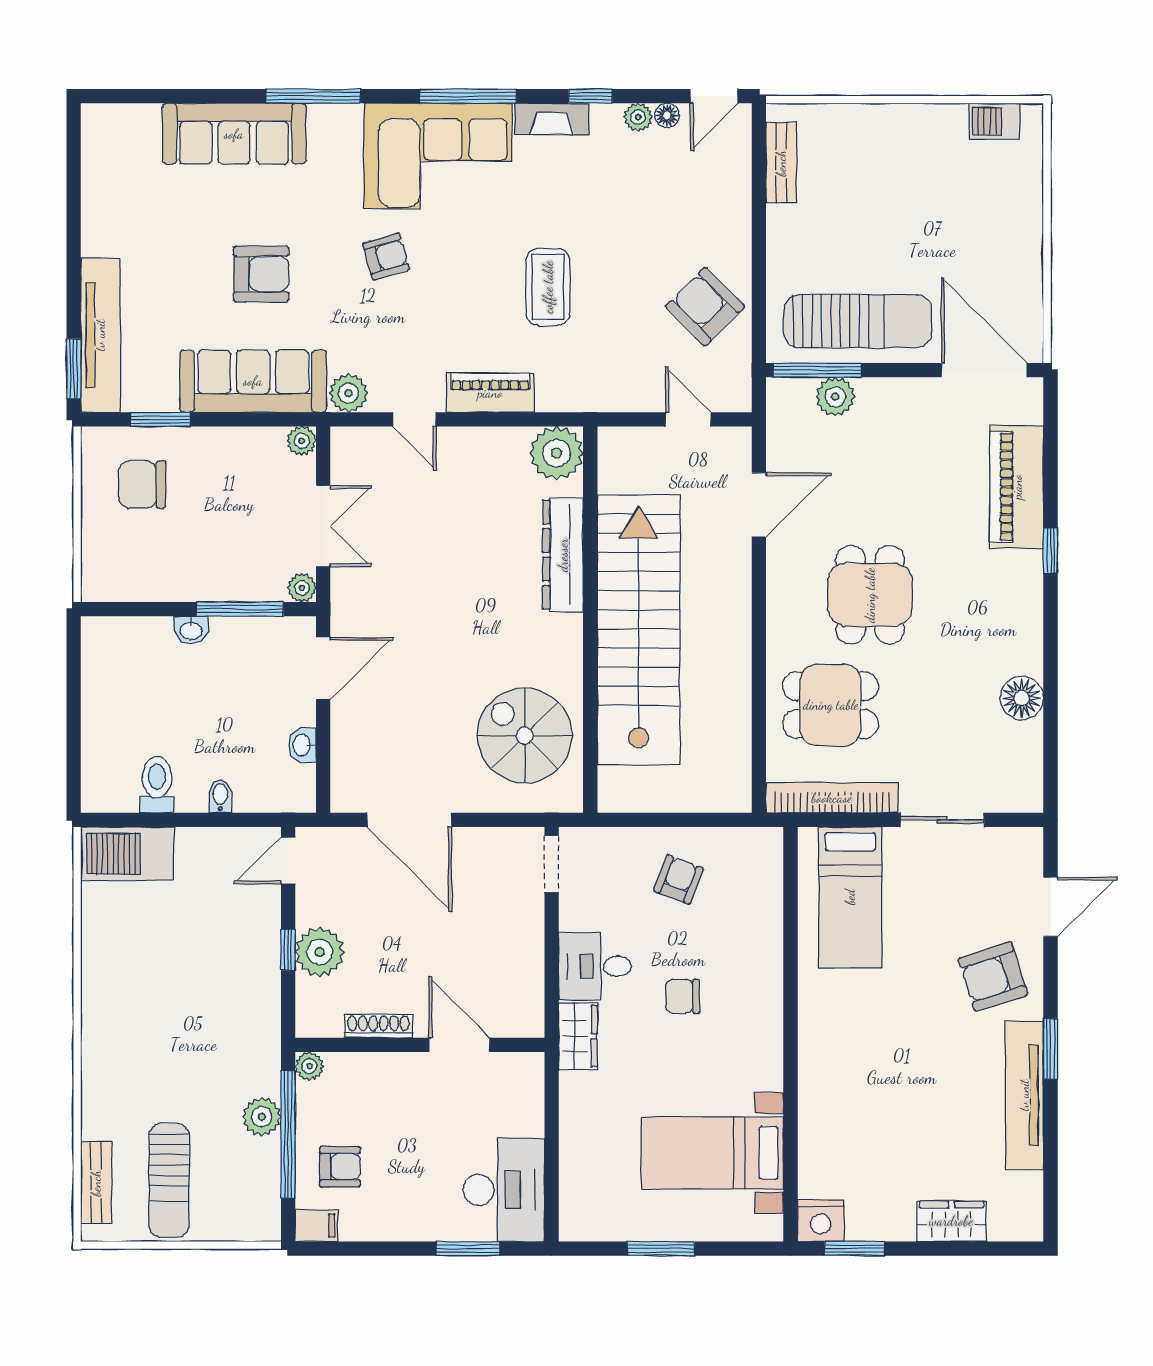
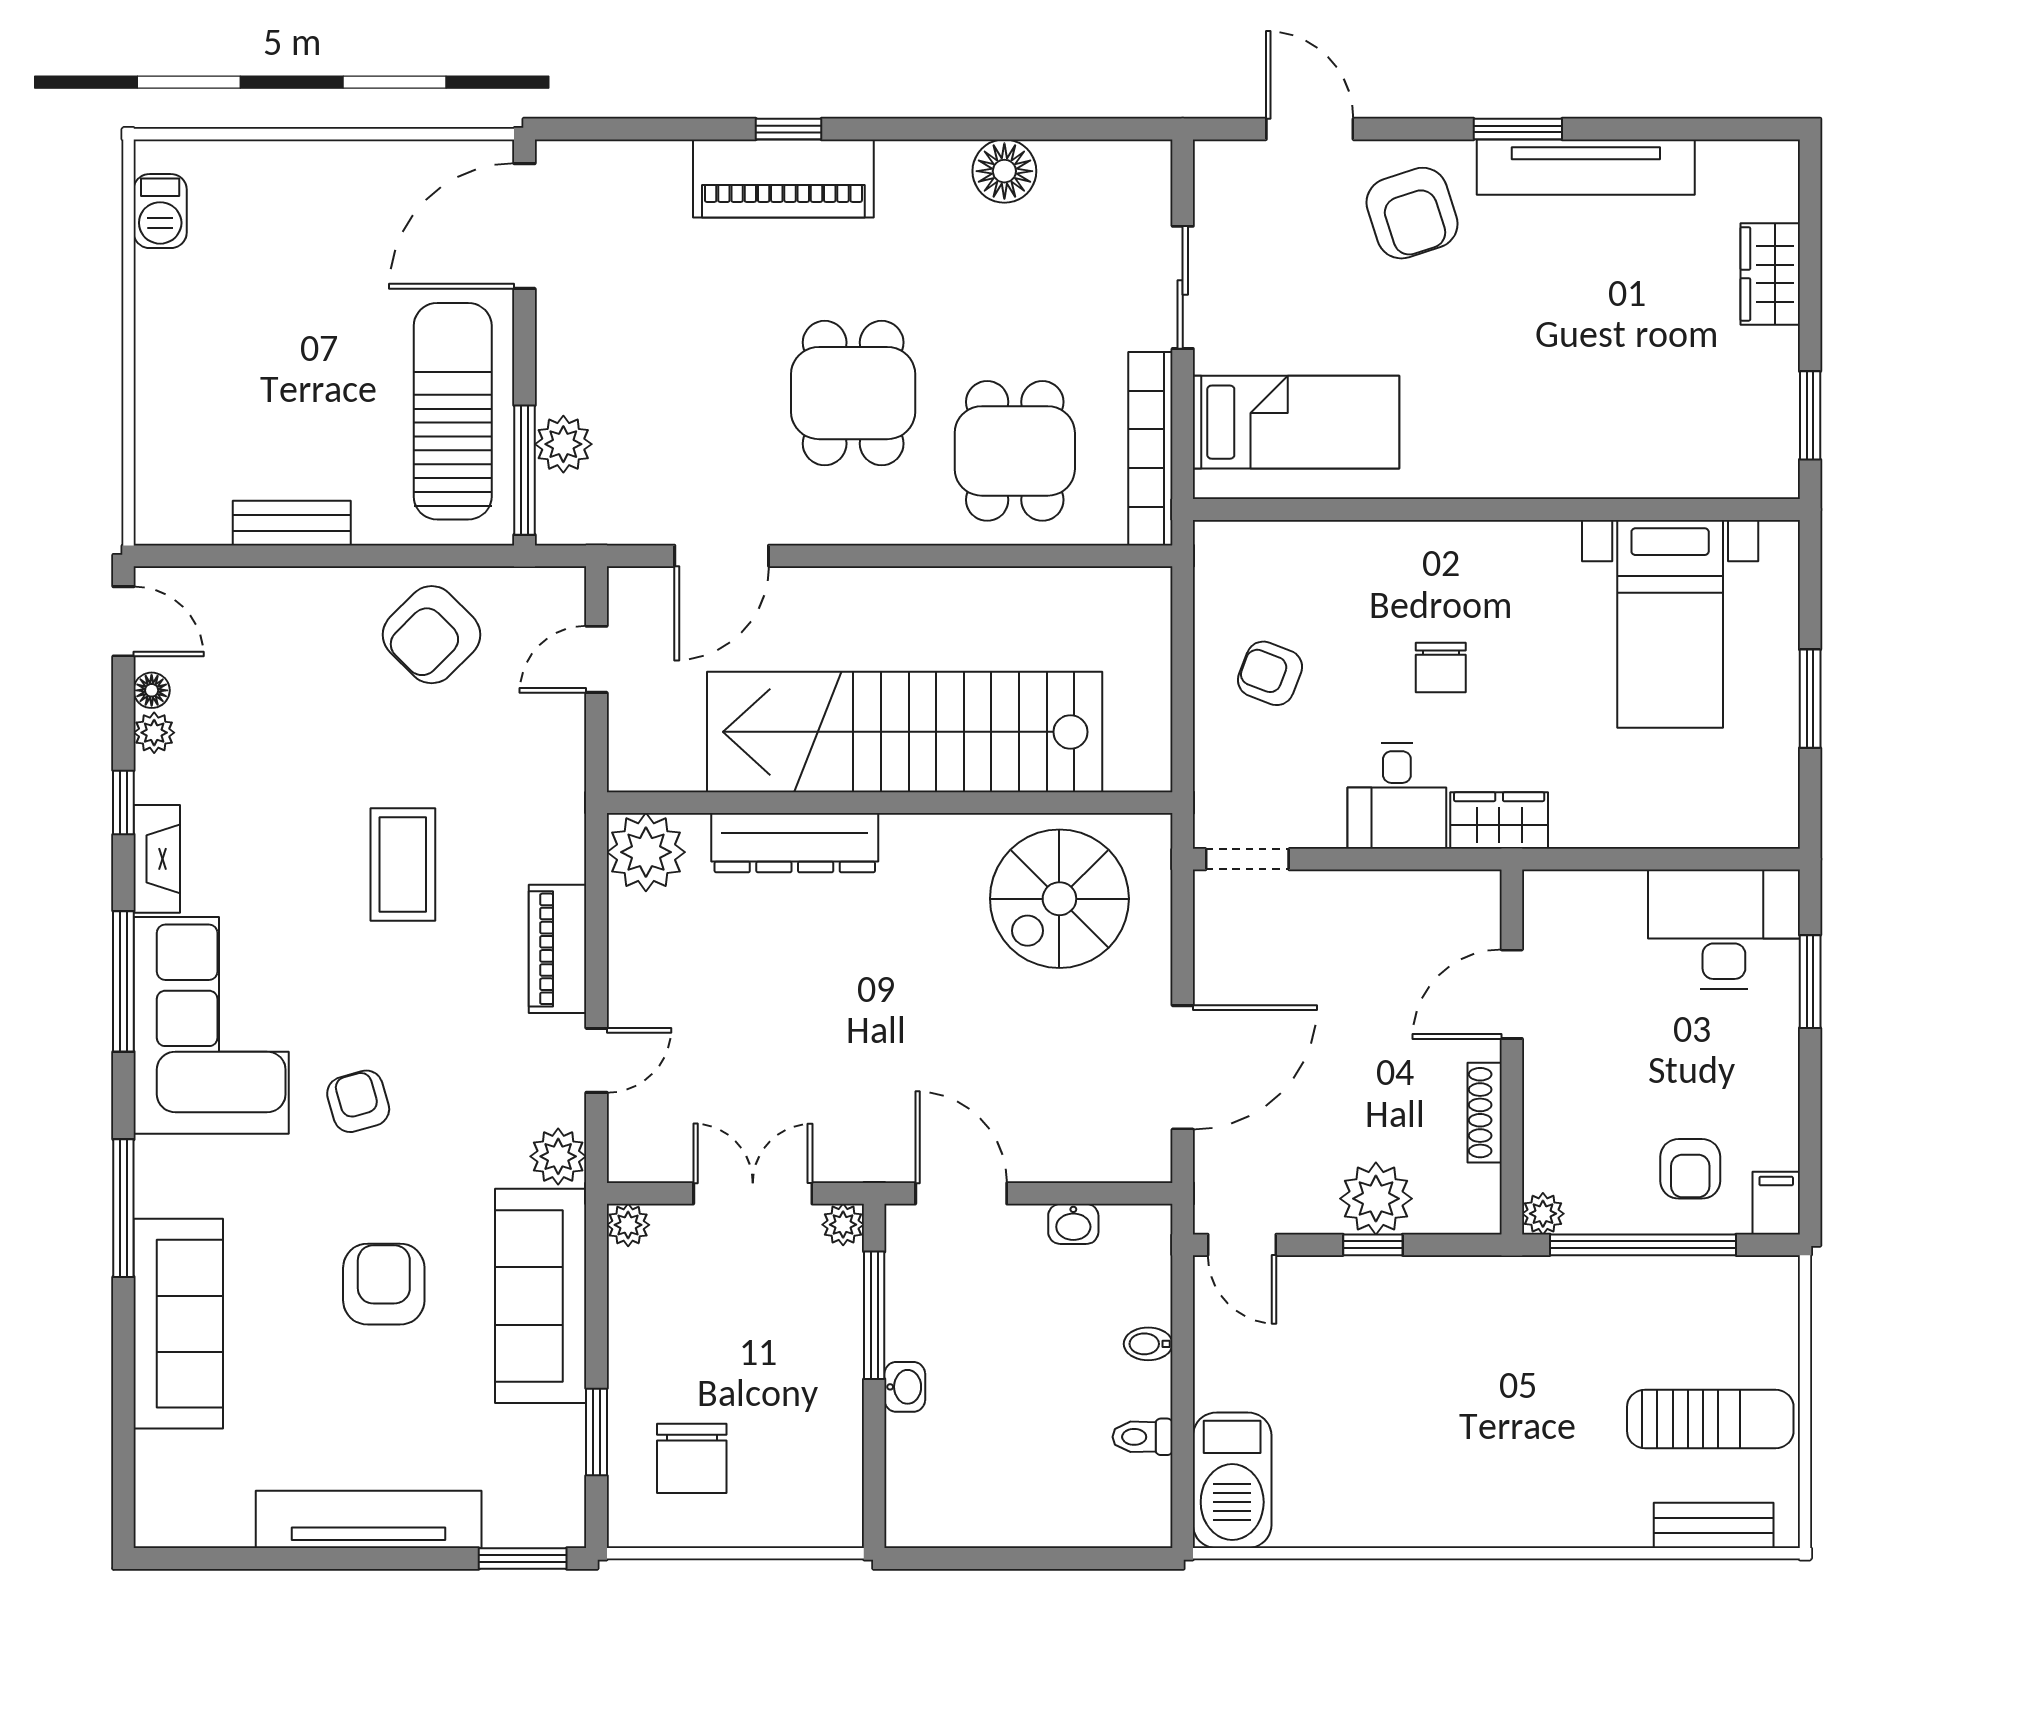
bench: (781, 163) -> (292, 523), moved
coffee table: (548, 287) -> (403, 865), turned 90
tv unit: (100, 335) -> (369, 1519), moved
piano: (1017, 487) -> (783, 178), moved
door: (759, 505) -> (722, 556), swing flipped
dining table: (870, 595) -> (853, 393), turned 90
toilet: (157, 785) -> (1143, 1437), width x0.73, depth x0.72
plant: (262, 1117) -> (1617, 1283), removed
armchair: (340, 1167) -> (1690, 1169), turned 180
nightstand: (821, 1221) -> (1769, 465), removed

